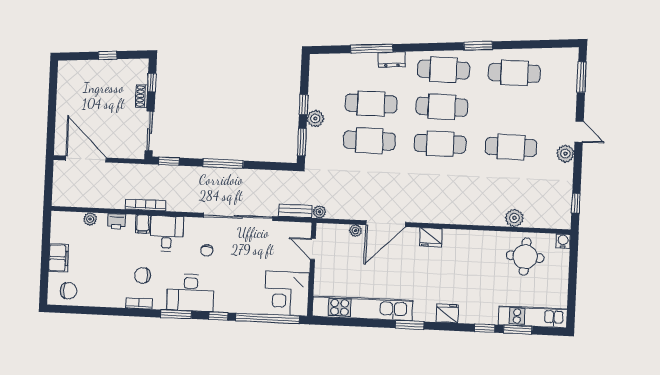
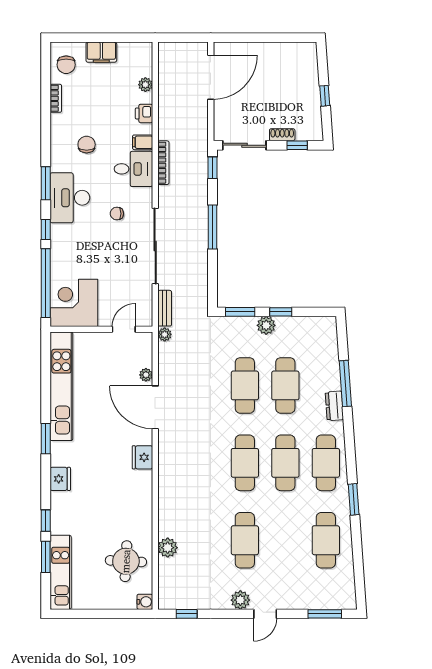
bookcase: (146, 205) -> (163, 163), moved
bookcase: (139, 303) -> (56, 98), moved

